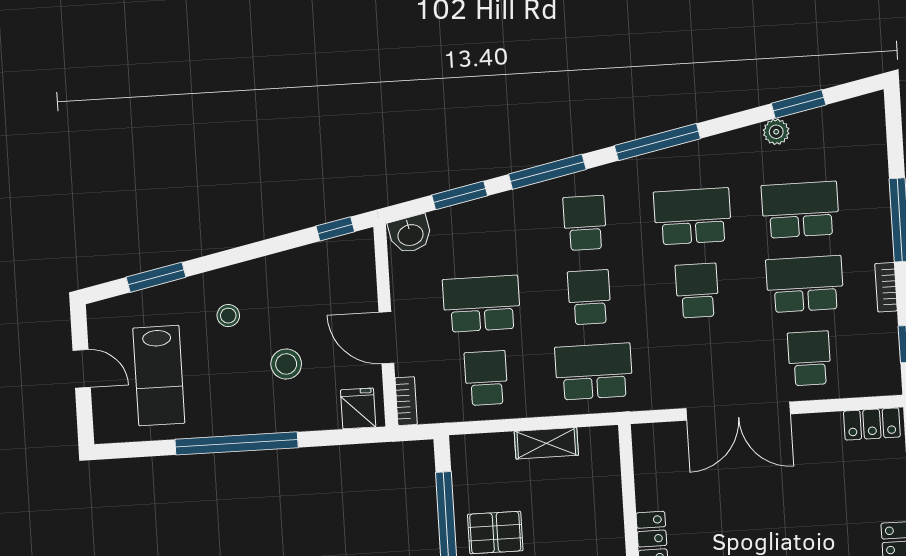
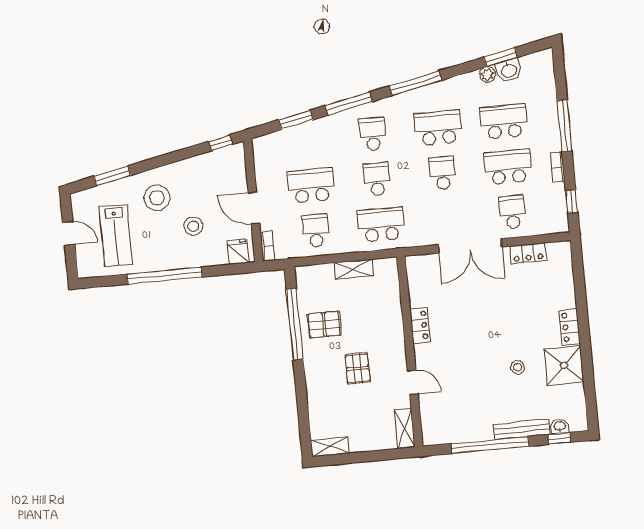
washbasin: (410, 234) -> (509, 70), moved
stool: (228, 316) -> (157, 198), width x1.89, depth x1.89
locker: (872, 424) -> (528, 253), moved

